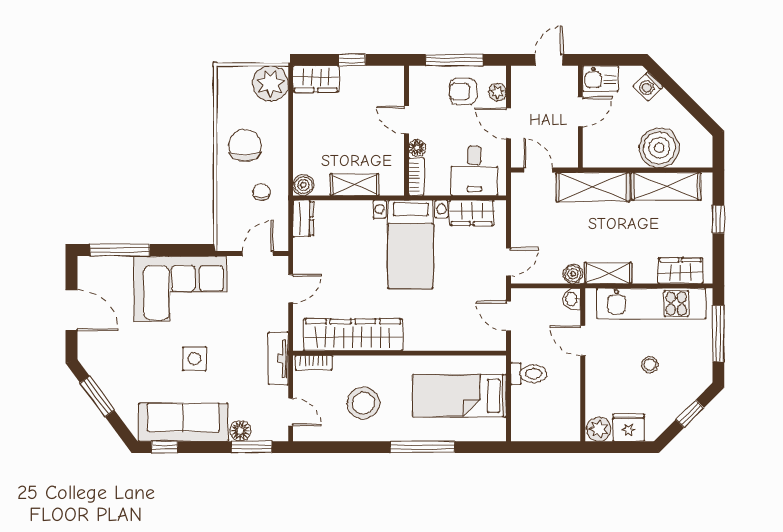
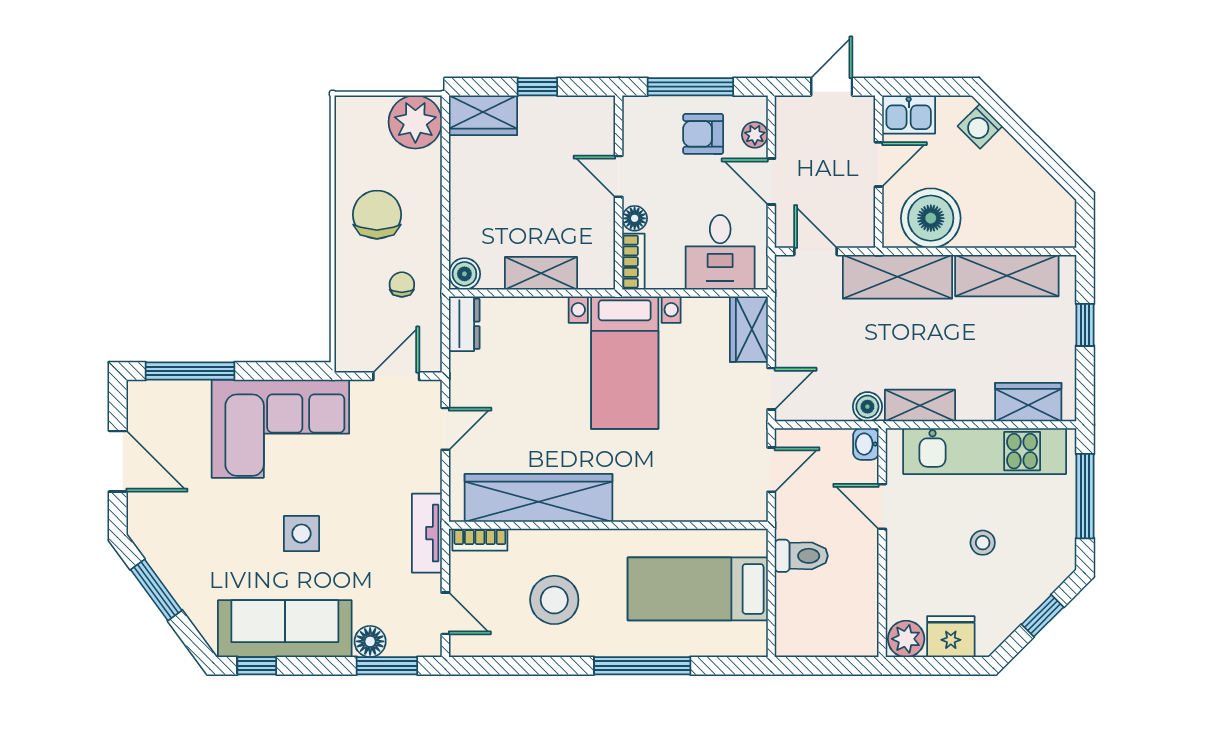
boiler: (659, 148) -> (931, 218), moved
wardrobe: (472, 213) -> (749, 329), moved, turned 90
door: (509, 316) -> (771, 470), swing flipped

